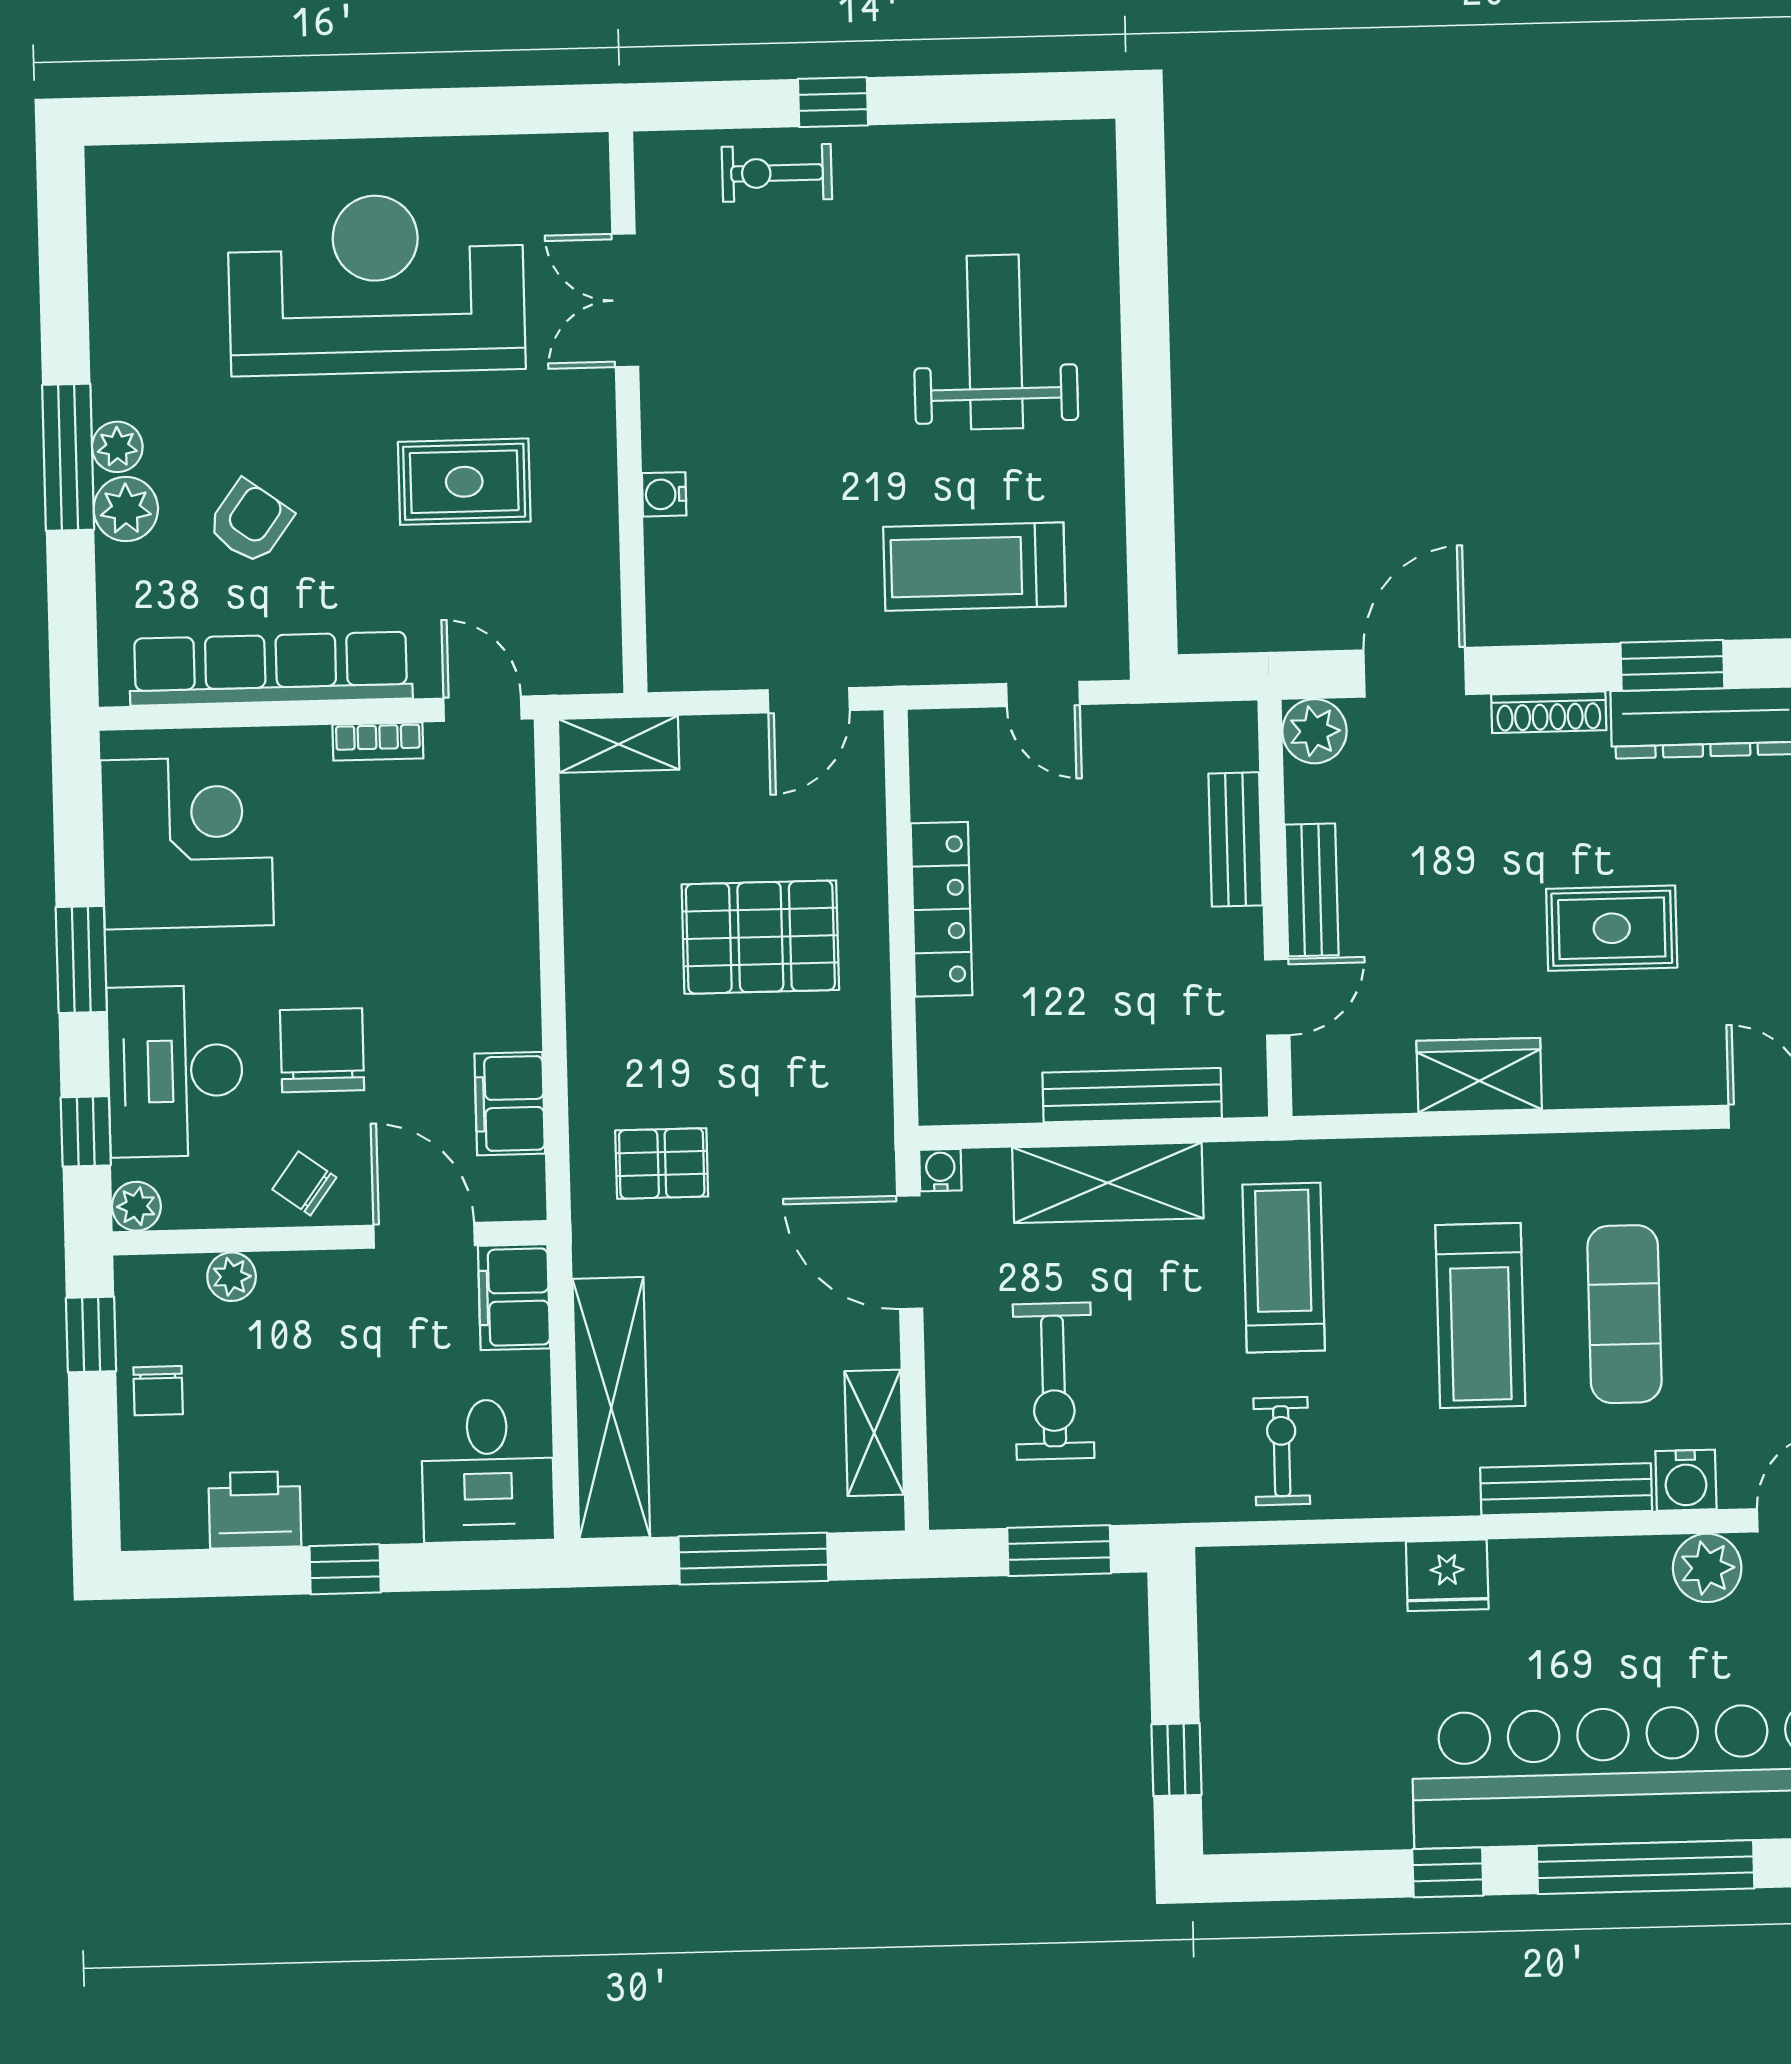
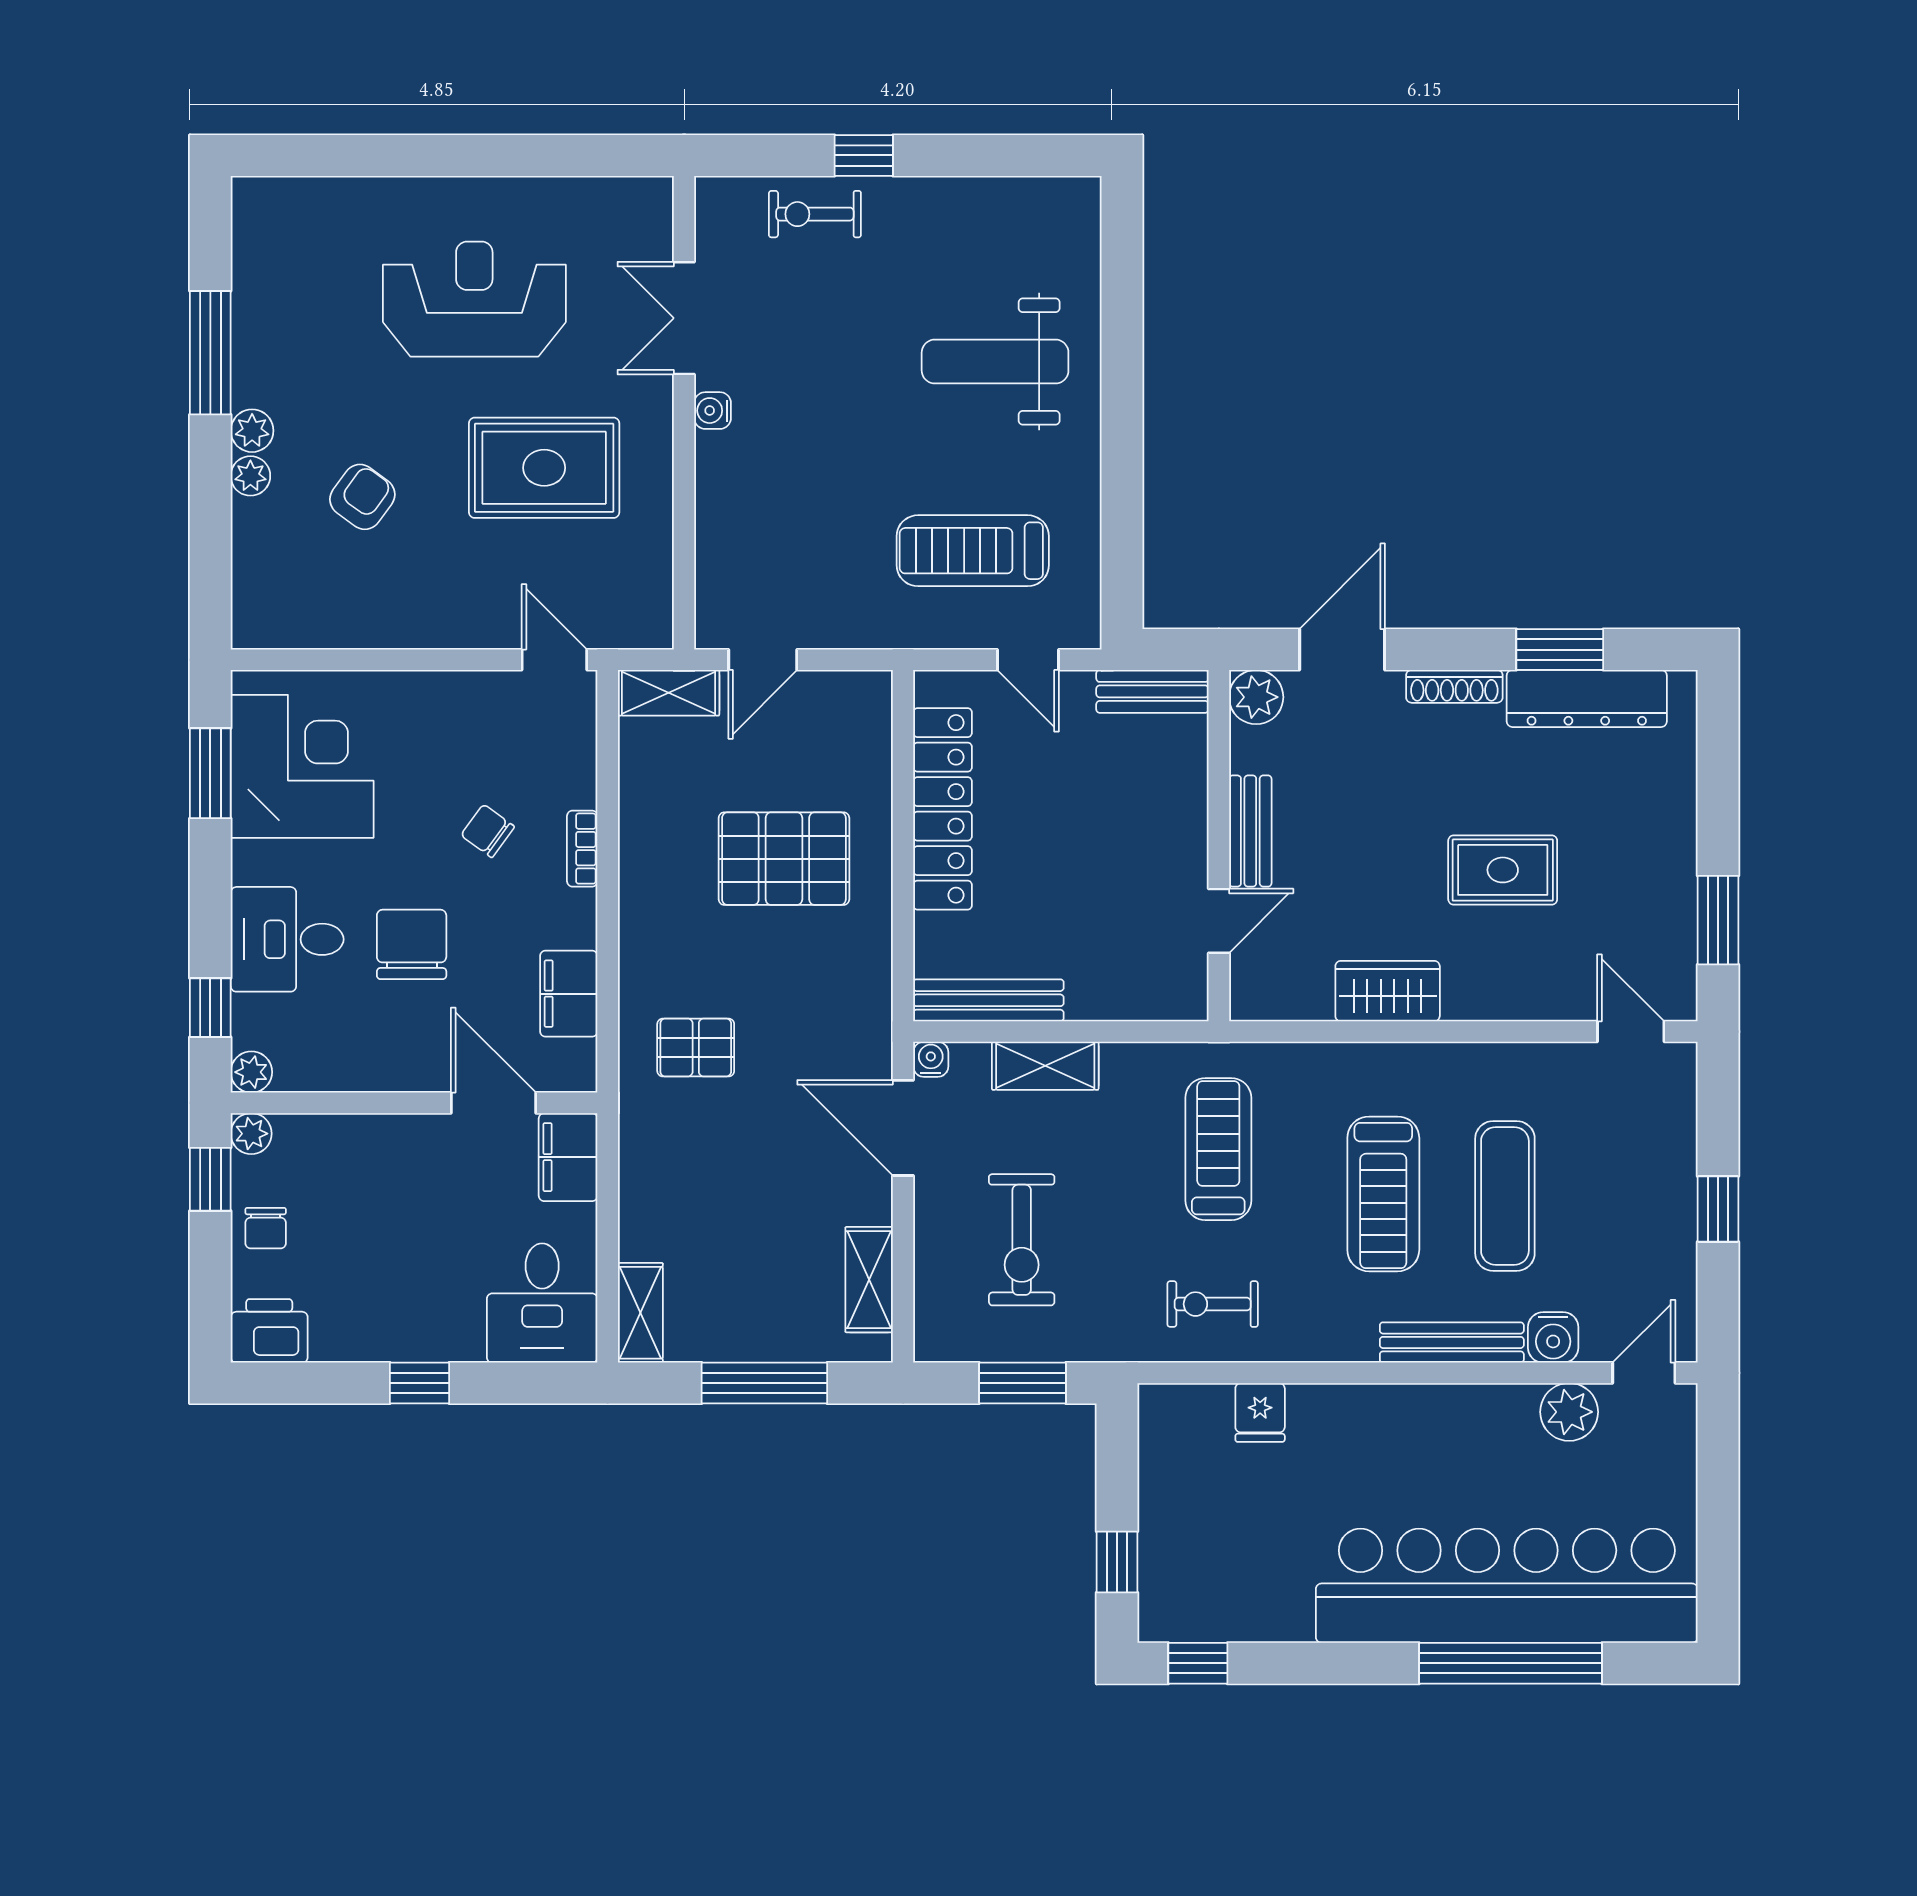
reception desk: (376, 284) -> (474, 299), width x0.74, depth x0.77
weight bench: (995, 342) -> (995, 362), turned -90
window: (68, 457) -> (210, 353), moved
rug: (464, 482) -> (544, 468), width x1.36, depth x1.43
water cooler: (664, 494) -> (713, 411), moved
plant: (126, 509) -> (250, 476), width x0.73, depth x0.73
row of seats: (271, 669) -> (377, 621), removed
door: (809, 700) -> (763, 660), moved
bookcase: (378, 742) -> (582, 849), moved, turned 90
bench: (1236, 839) -> (1152, 691), moved, turned 90
locker: (942, 909) -> (943, 809), width x1.41, depth x1.21
window: (81, 959) -> (210, 773), moved
desk: (175, 1071) -> (287, 939), width x0.73
bench: (1132, 1095) -> (988, 1000), moved
chair: (304, 1183) -> (488, 831), moved
shelving: (1108, 1183) -> (1045, 1066), width x0.67, depth x0.75
plant: (232, 1277) -> (251, 1134), moved
shelving: (611, 1408) -> (640, 1313), width x0.45, depth x0.75
exercise bike: (1282, 1451) -> (1213, 1304), turned -90
printer: (255, 1510) -> (269, 1331), moved
fridge: (1447, 1575) -> (1260, 1412), moved, width x0.72
window: (1448, 1872) -> (1198, 1663), moved

